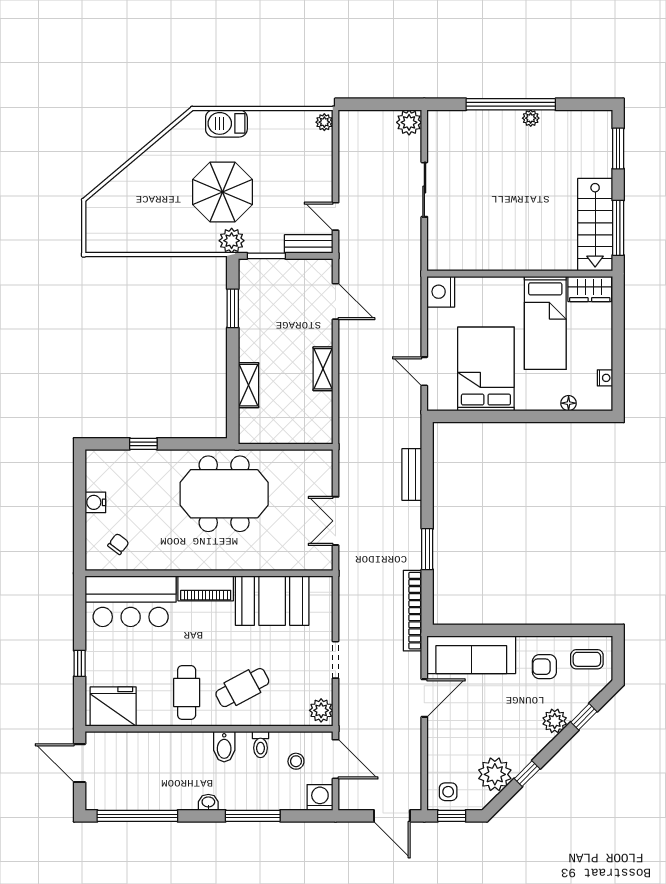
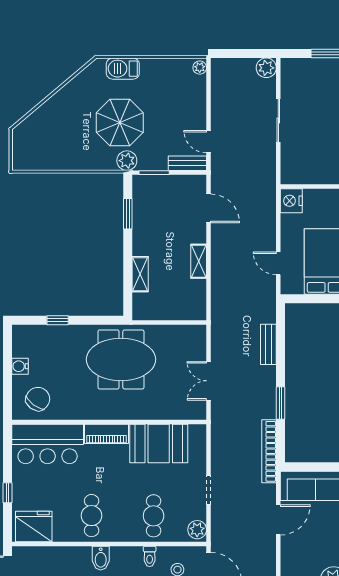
chair: (118, 544) -> (38, 399), width x1.87, depth x1.87
cafe table: (242, 688) -> (154, 516), moved, turned -62
bidet: (224, 747) -> (101, 558), moved

